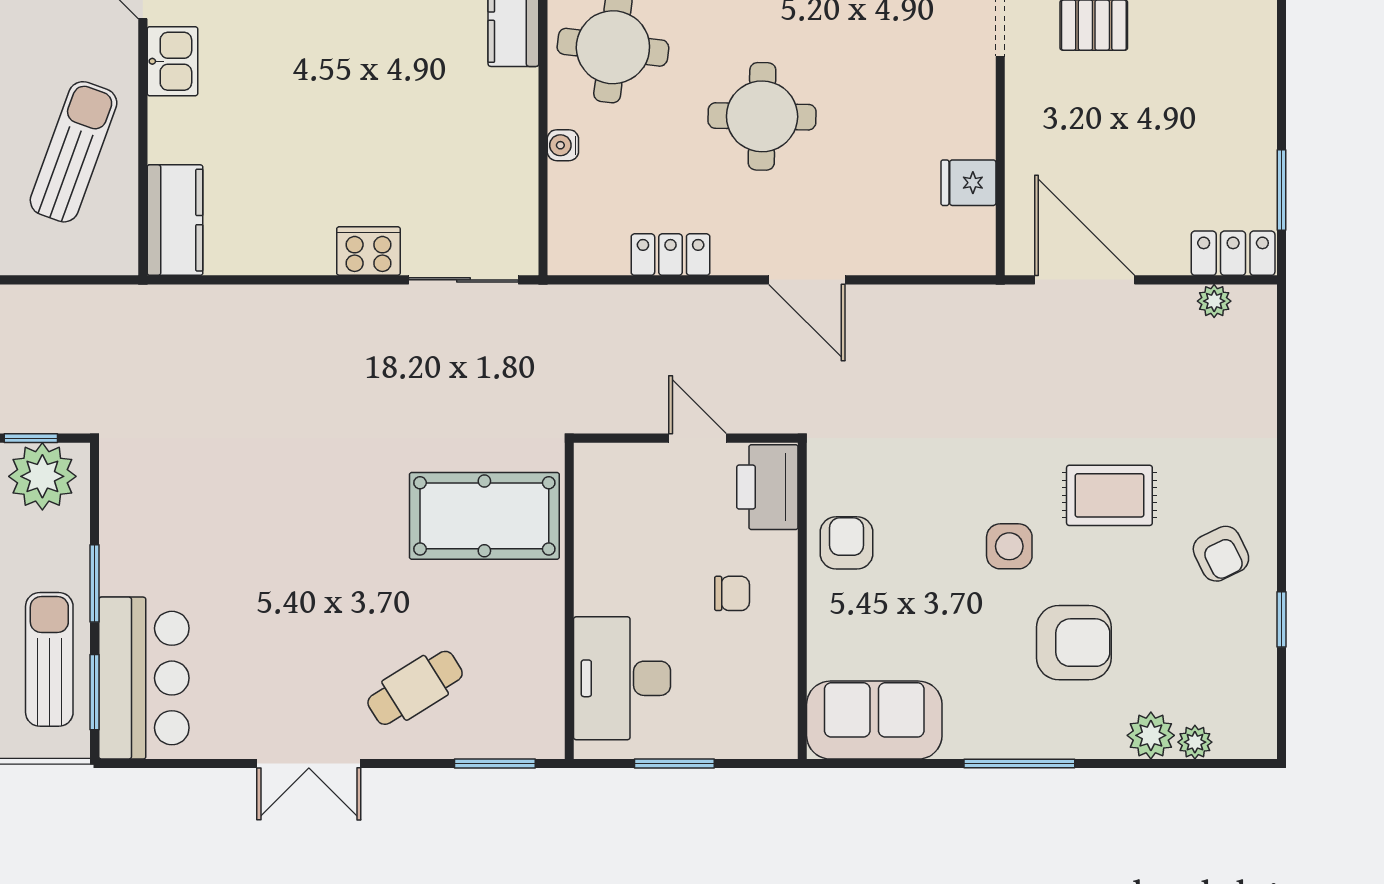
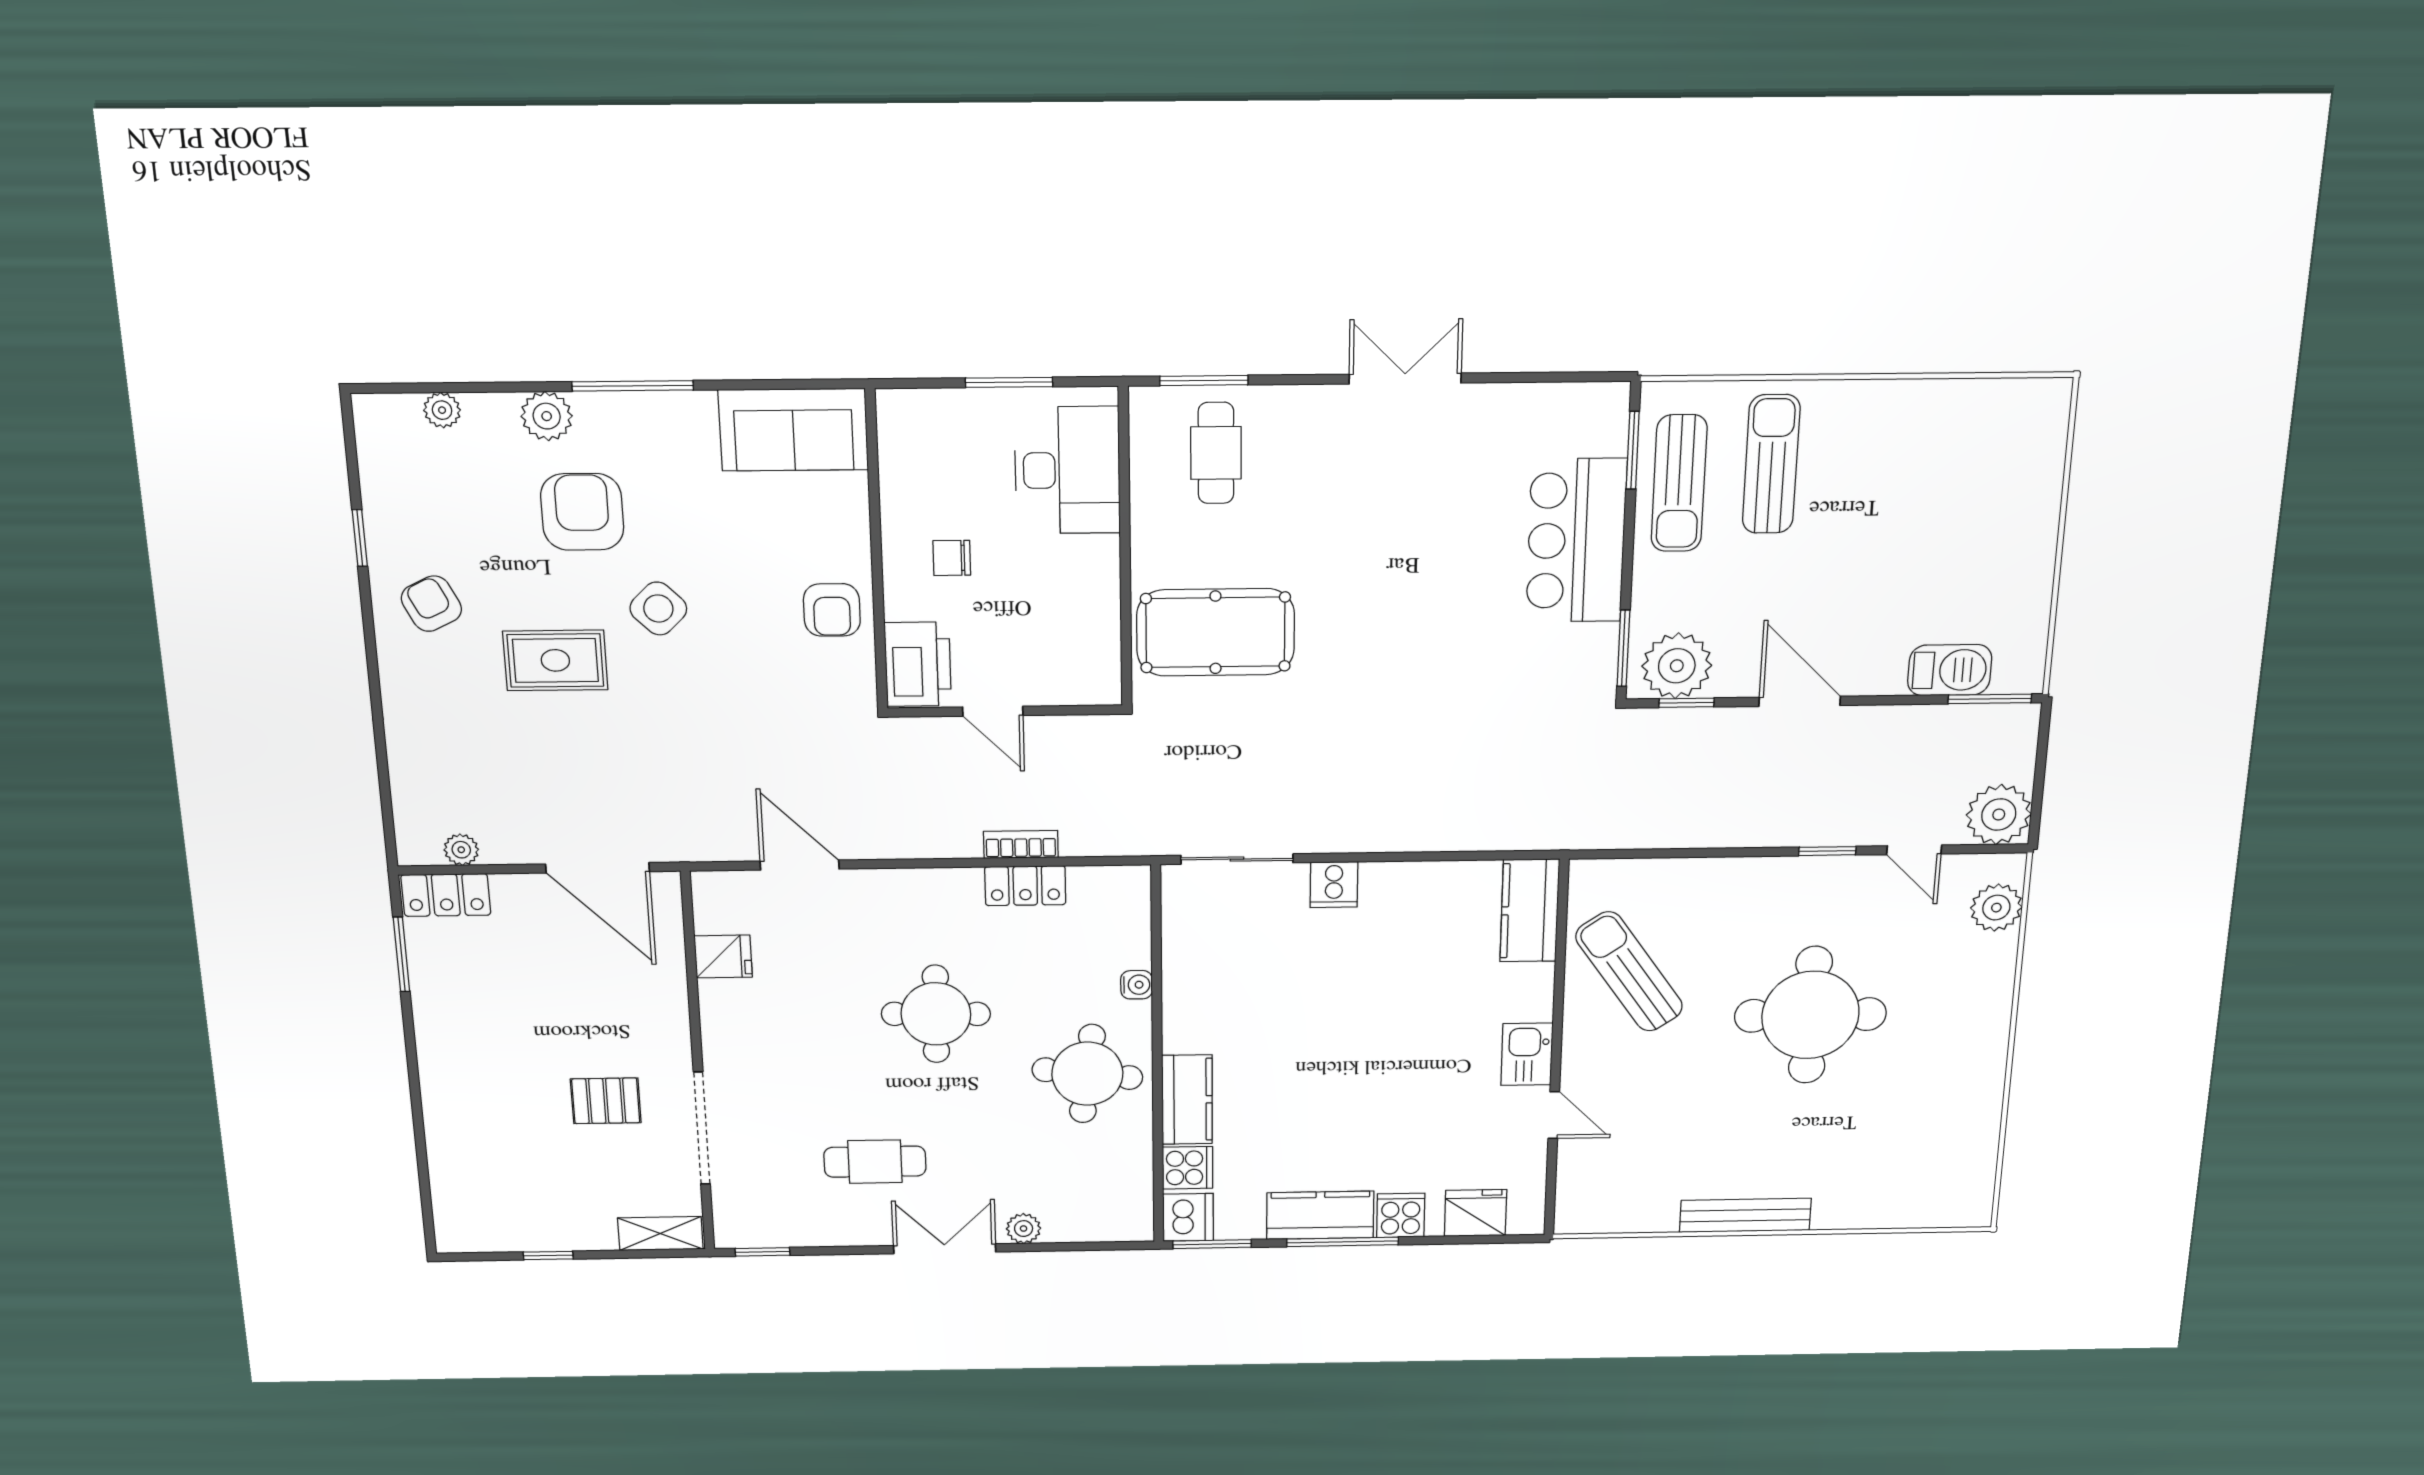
sun lounger: (74, 152) -> (1629, 972), turned 125
cooker: (368, 251) -> (1334, 885), width x0.73
door: (807, 280) -> (800, 865), moved
bookcase: (674, 299) -> (1021, 844), added
side table: (1009, 546) -> (658, 608), turned 45
window: (95, 583) -> (1623, 648), moved
armchair: (1074, 643) -> (582, 512), turned 90
bar counter: (144, 678) -> (1576, 541), moved
cafe table: (415, 688) -> (1216, 453), moved, turned -58
plant: (1151, 735) -> (547, 416), moved

